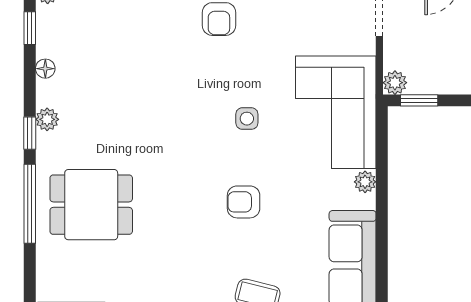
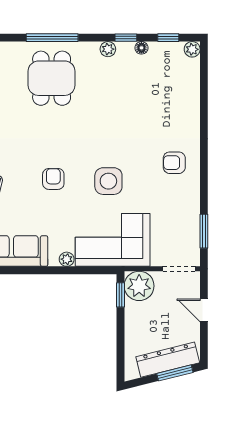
plant: (395, 83) -> (139, 286), width x1.88, depth x1.88
side table: (247, 119) -> (108, 181), width x1.87, depth x1.87
window: (30, 133) -> (126, 38), moved

